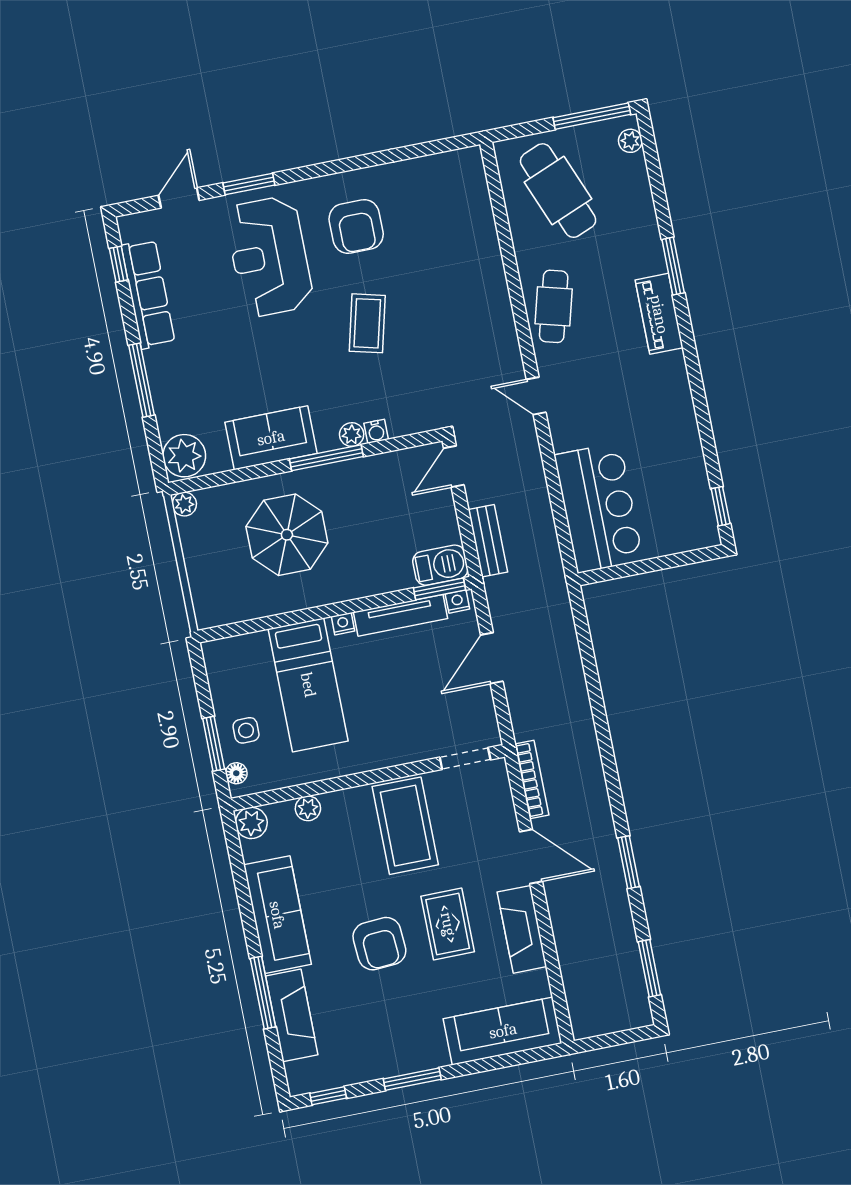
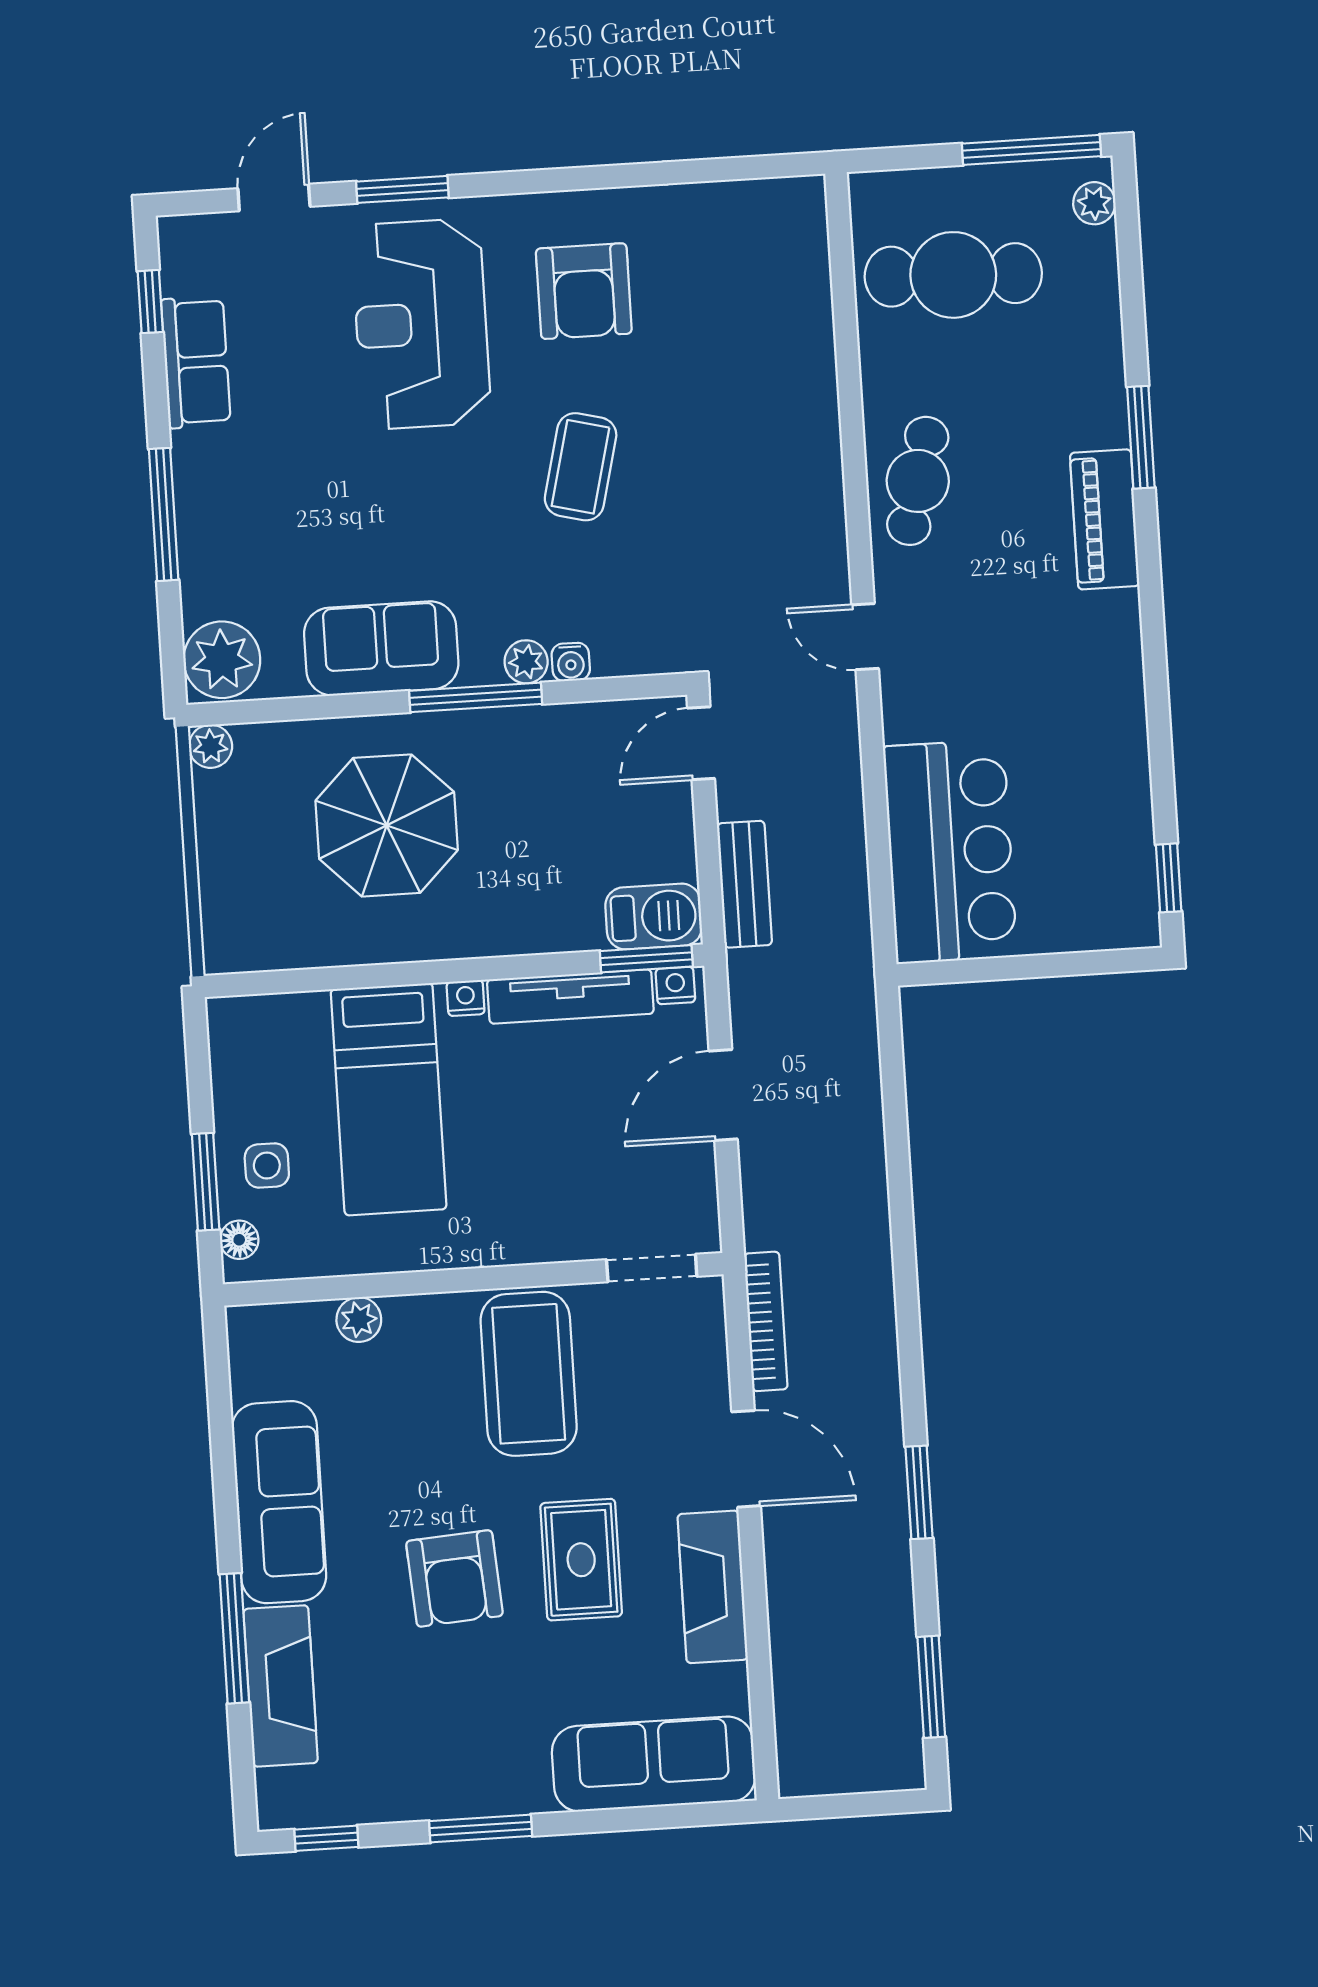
cafe table: (558, 191) -> (953, 275), turned -66
row of seats: (148, 294) -> (196, 362), width x0.68
plant: (251, 823) -> (254, 1332), removed

